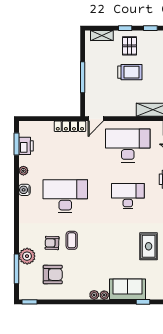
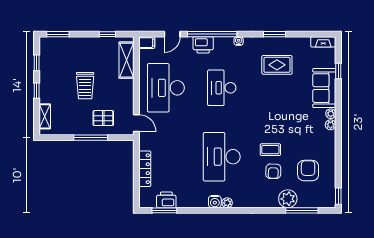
pallet: (130, 46) -> (103, 118), moved
trolley: (130, 72) -> (85, 86), turned 180
locker: (70, 126) -> (145, 169), moved
plant: (23, 171) -> (227, 203), moved

